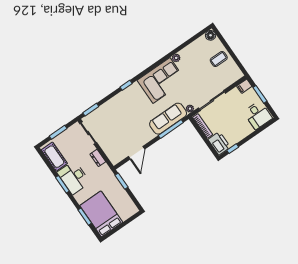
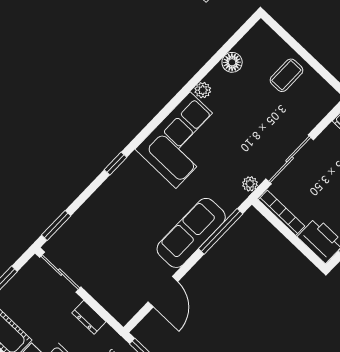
floor lamp: (211, 35) -> (232, 62), moved
sofa: (168, 119) -> (191, 233), moved

